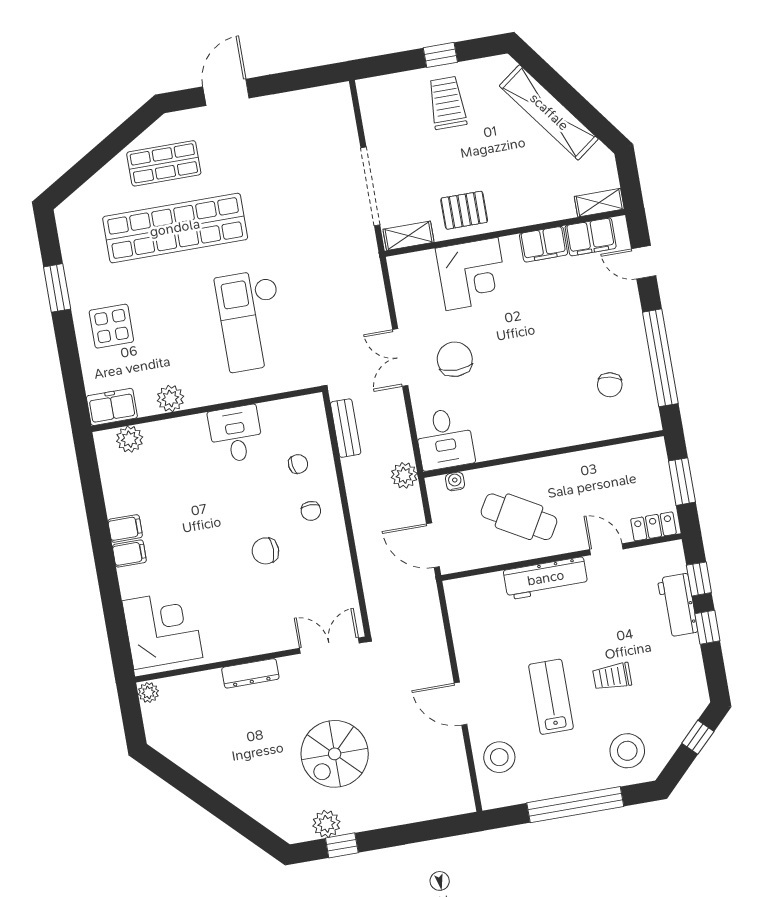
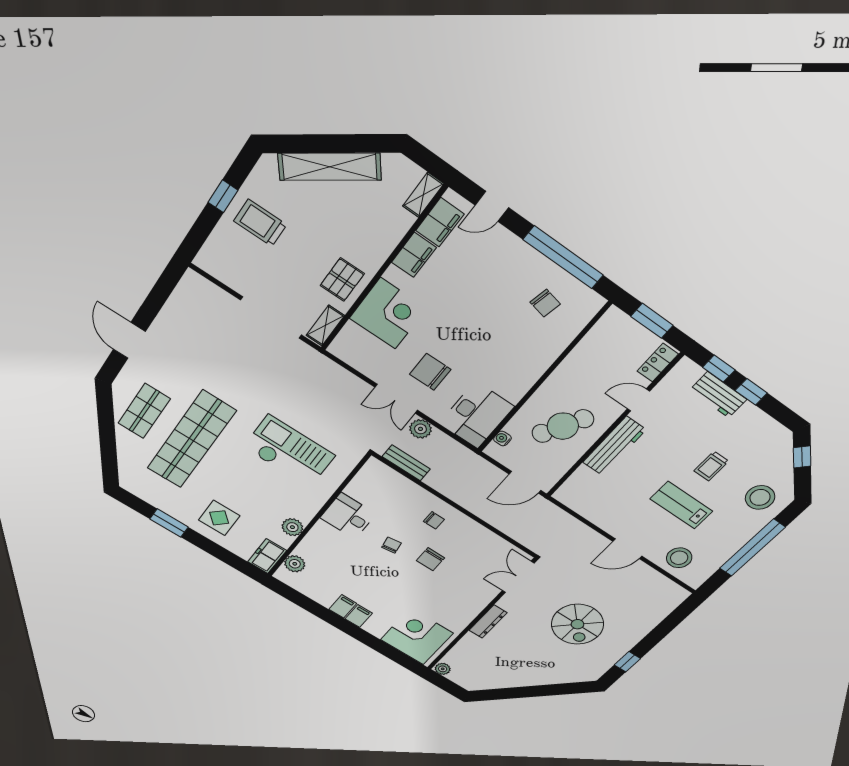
checkout: (252, 320) -> (289, 451), turned 180
desk: (445, 439) -> (476, 415), width x1.37
chair: (298, 464) -> (391, 545), moved
plant: (404, 475) -> (420, 429), moved
plant: (326, 824) -> (608, 658), removed

